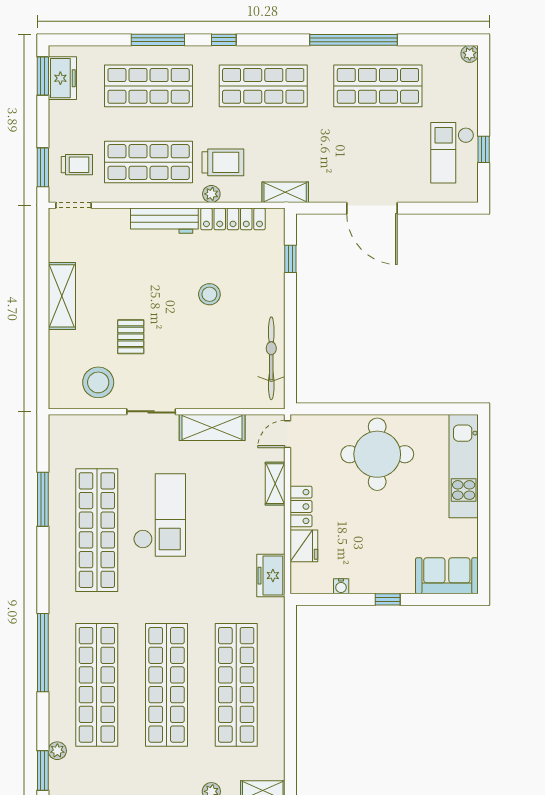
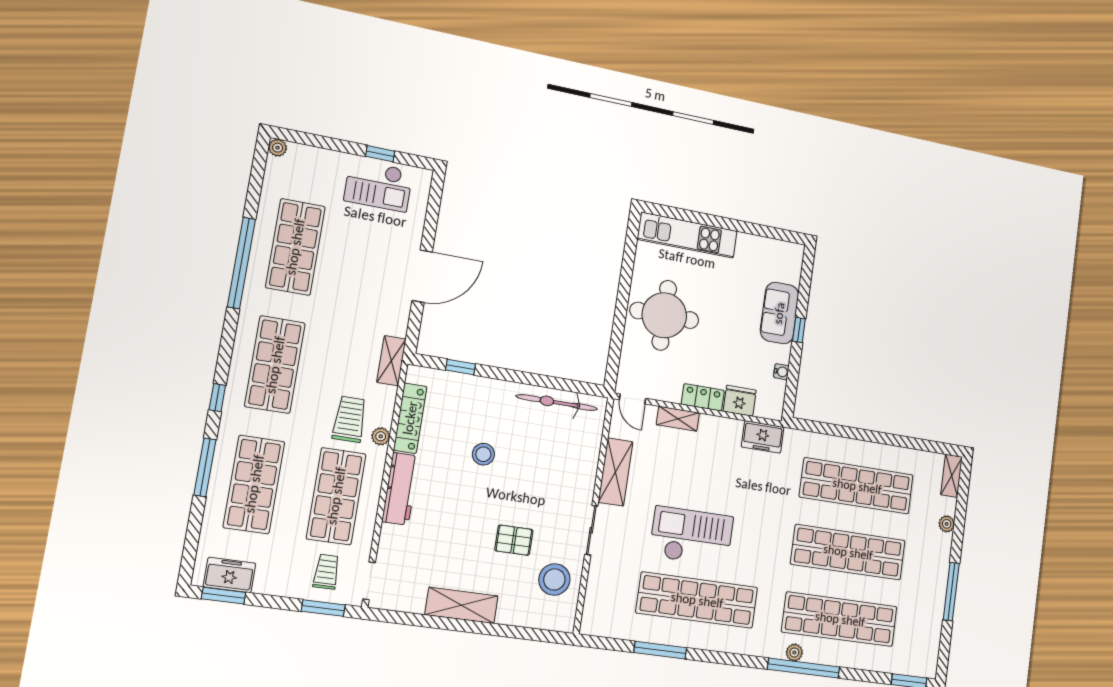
sofa: (447, 576) -> (779, 313), moved
plant: (57, 751) -> (794, 653), moved

